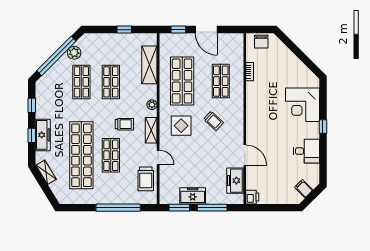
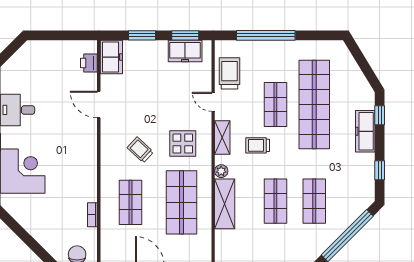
plant: (74, 53) -> (324, 240), removed
shelving: (149, 65) -> (225, 204), moved
window: (32, 135) -> (380, 115), moved
shelving: (46, 172) -> (361, 82), removed
freezer: (235, 181) -> (111, 57), moved
filing cabinet: (304, 189) -> (21, 60), removed
freezer: (193, 196) -> (185, 51), moved
printer: (252, 197) -> (89, 63), moved
window: (212, 208) -> (142, 35), width x0.69

